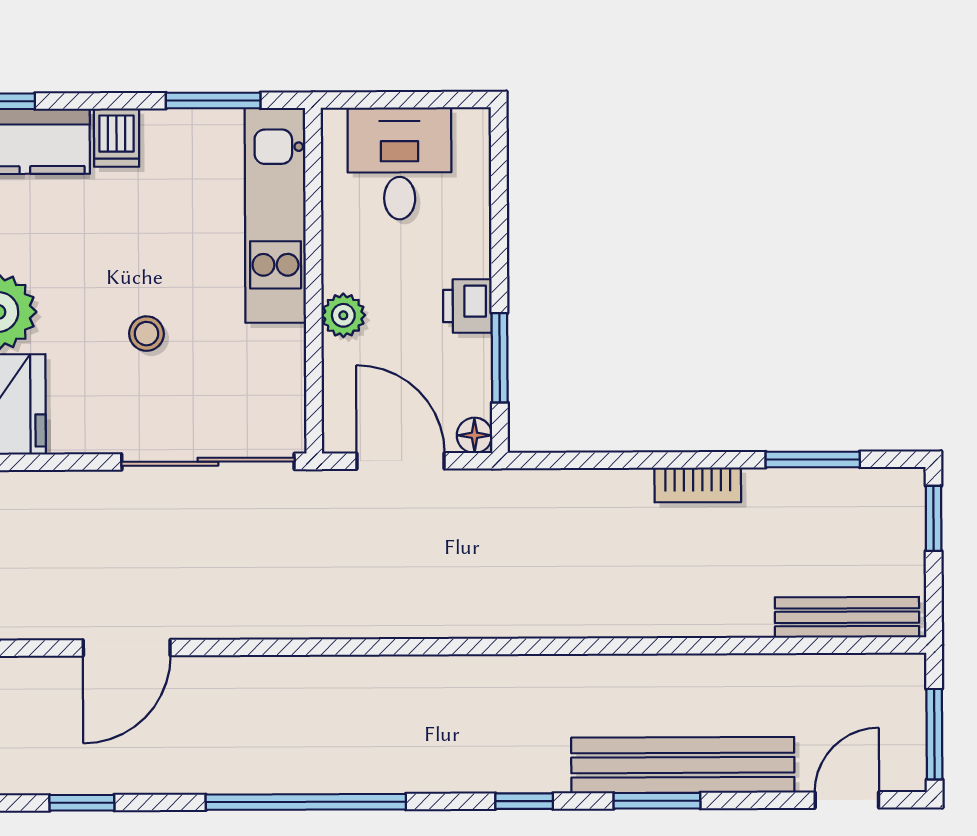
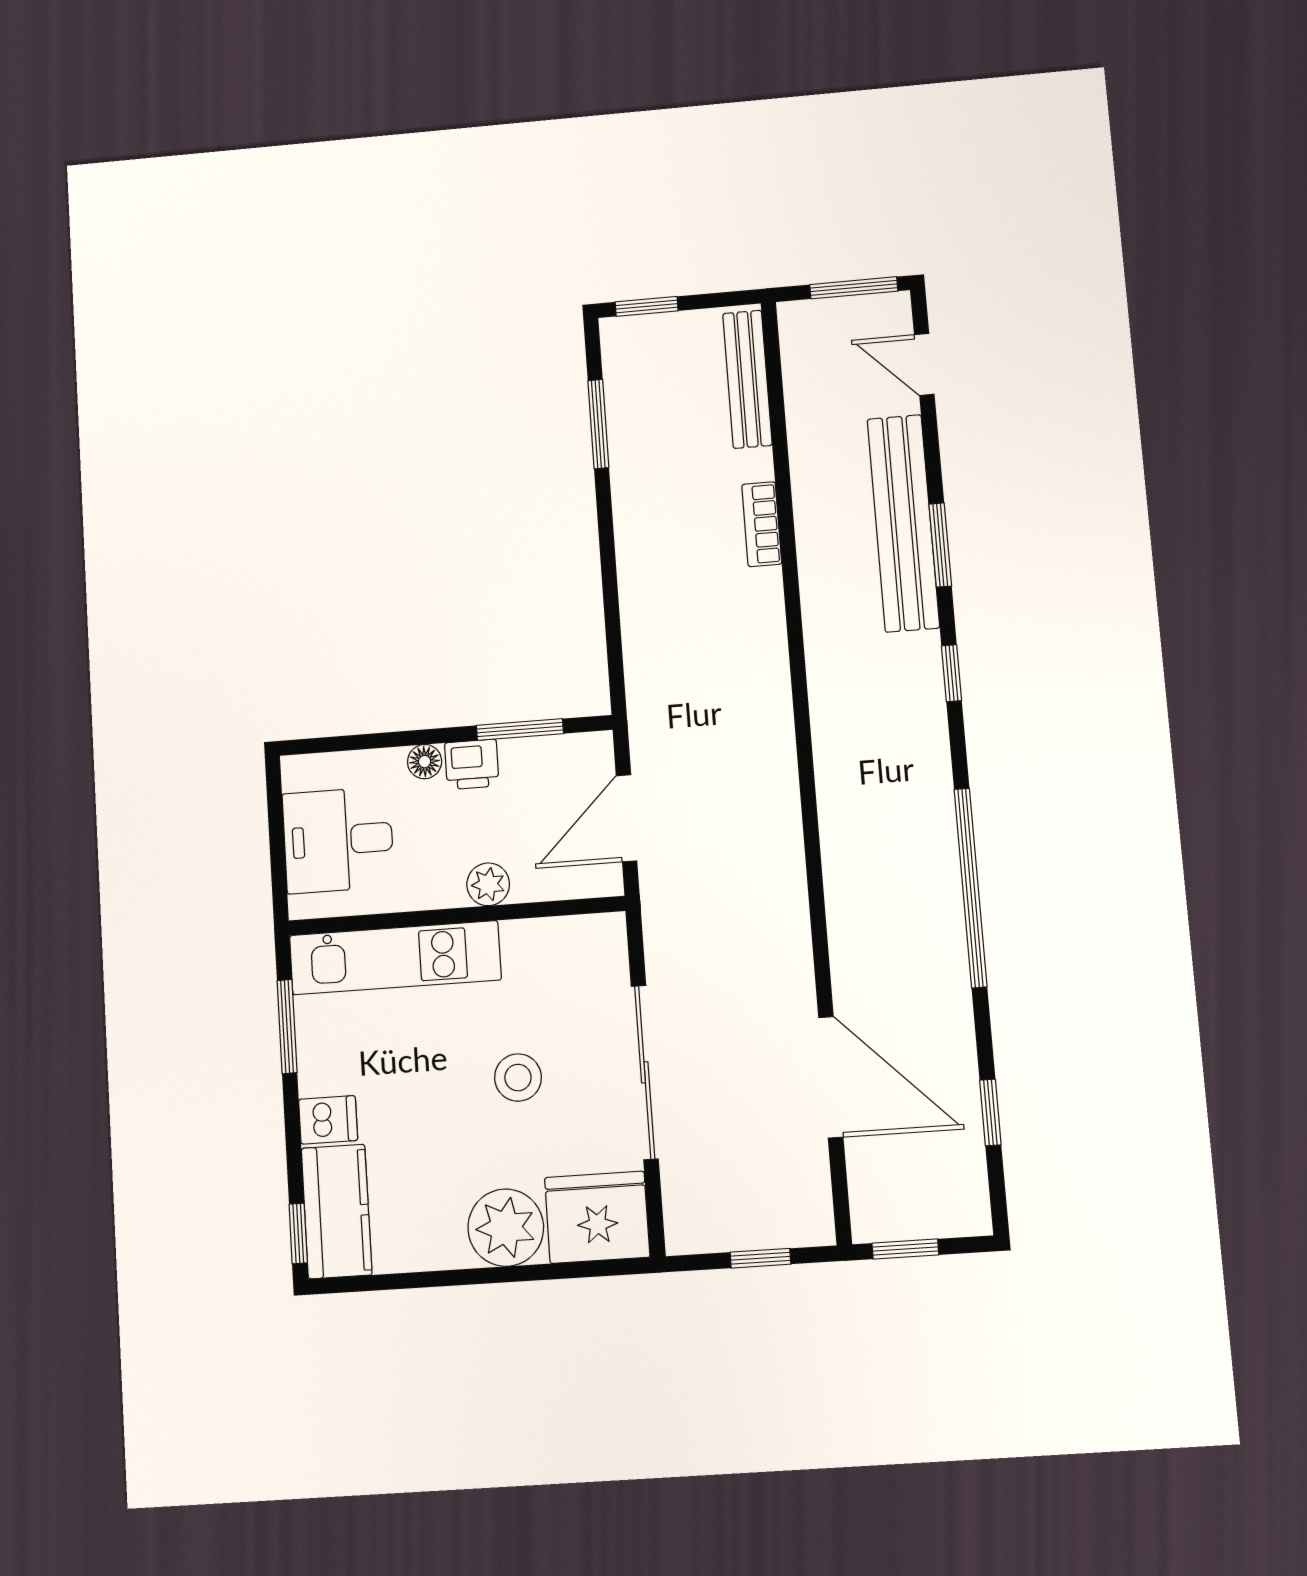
stool: (146, 334) -> (518, 1078), width x1.37, depth x1.37
floor lamp: (474, 435) -> (425, 762), moved
sliding door: (208, 462) -> (645, 1072), moved
bookcase: (698, 485) -> (762, 524), moved, turned 180
door: (127, 648) -> (831, 1077), width x1.36

